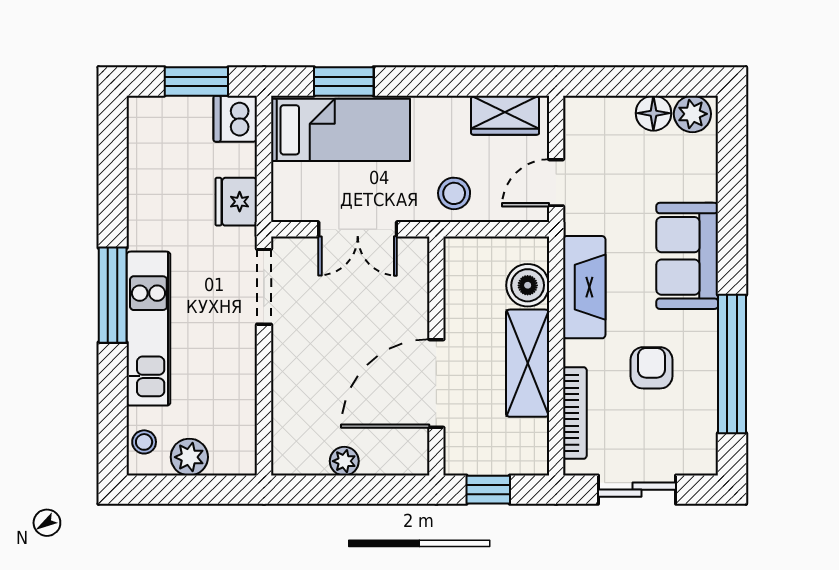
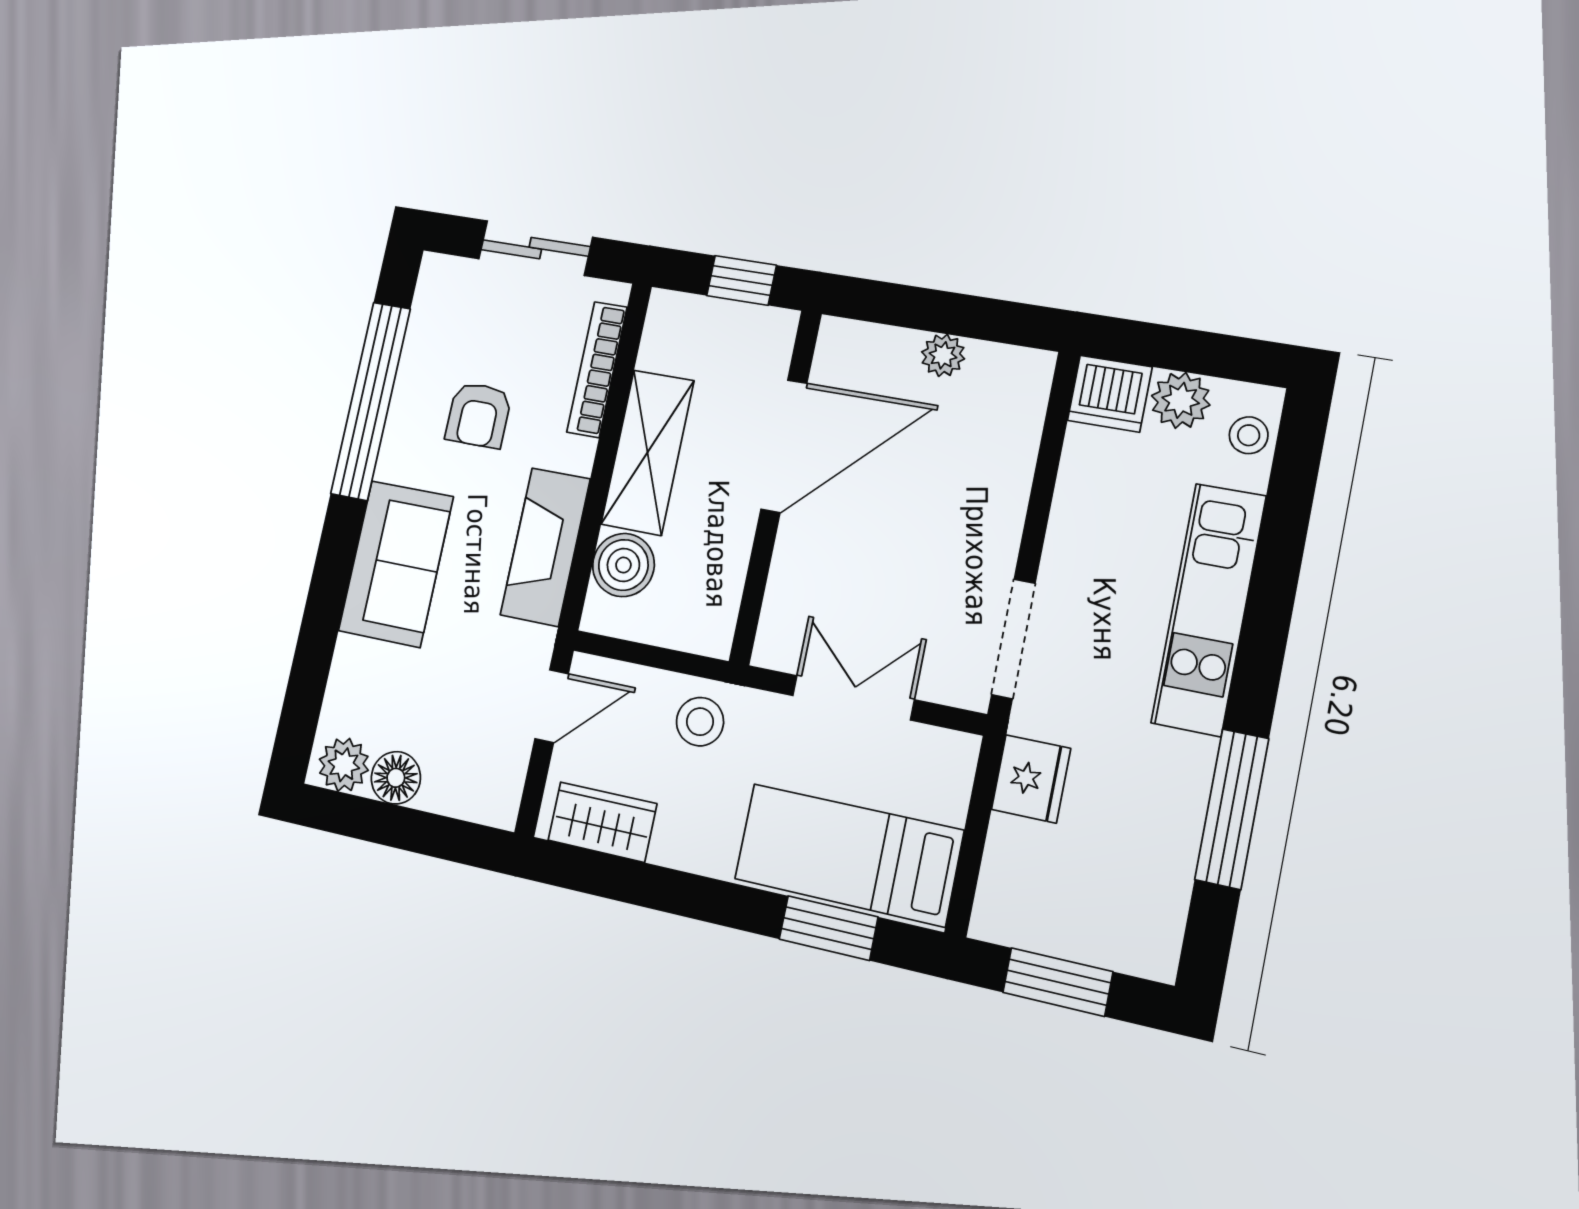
dishwasher: (235, 119) -> (1110, 394), moved, turned 90
window: (113, 295) -> (1232, 809), moved

